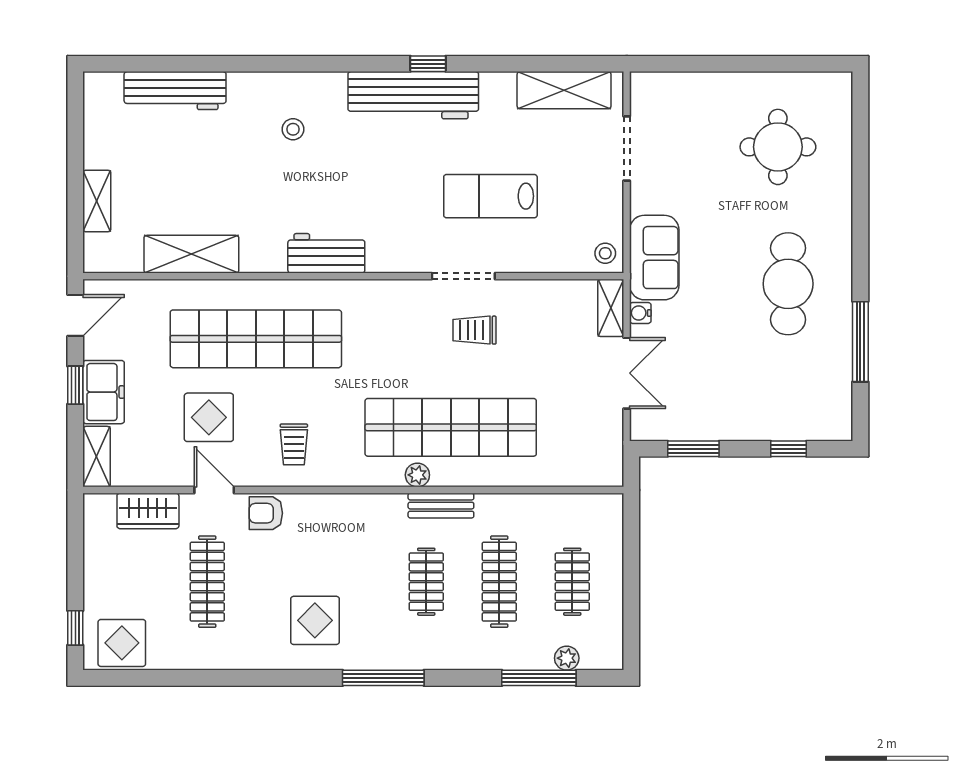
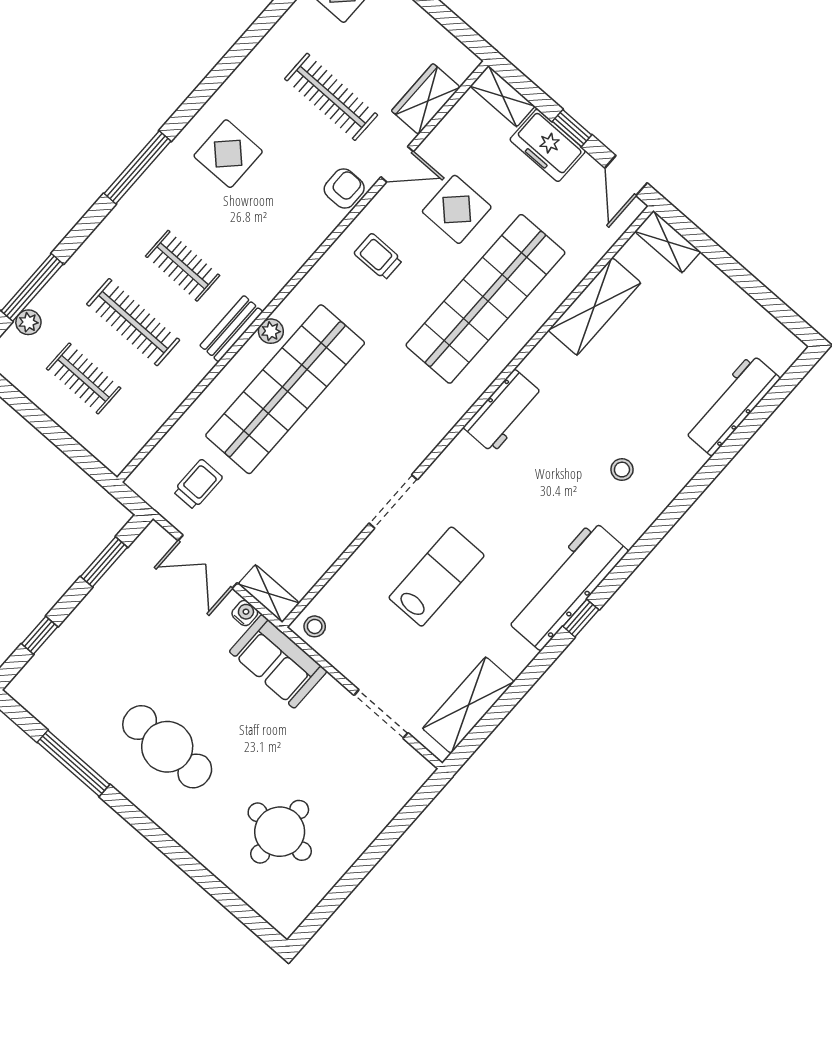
shelving: (97, 201) -> (668, 242), moved
trolley: (474, 330) -> (198, 484), moved

